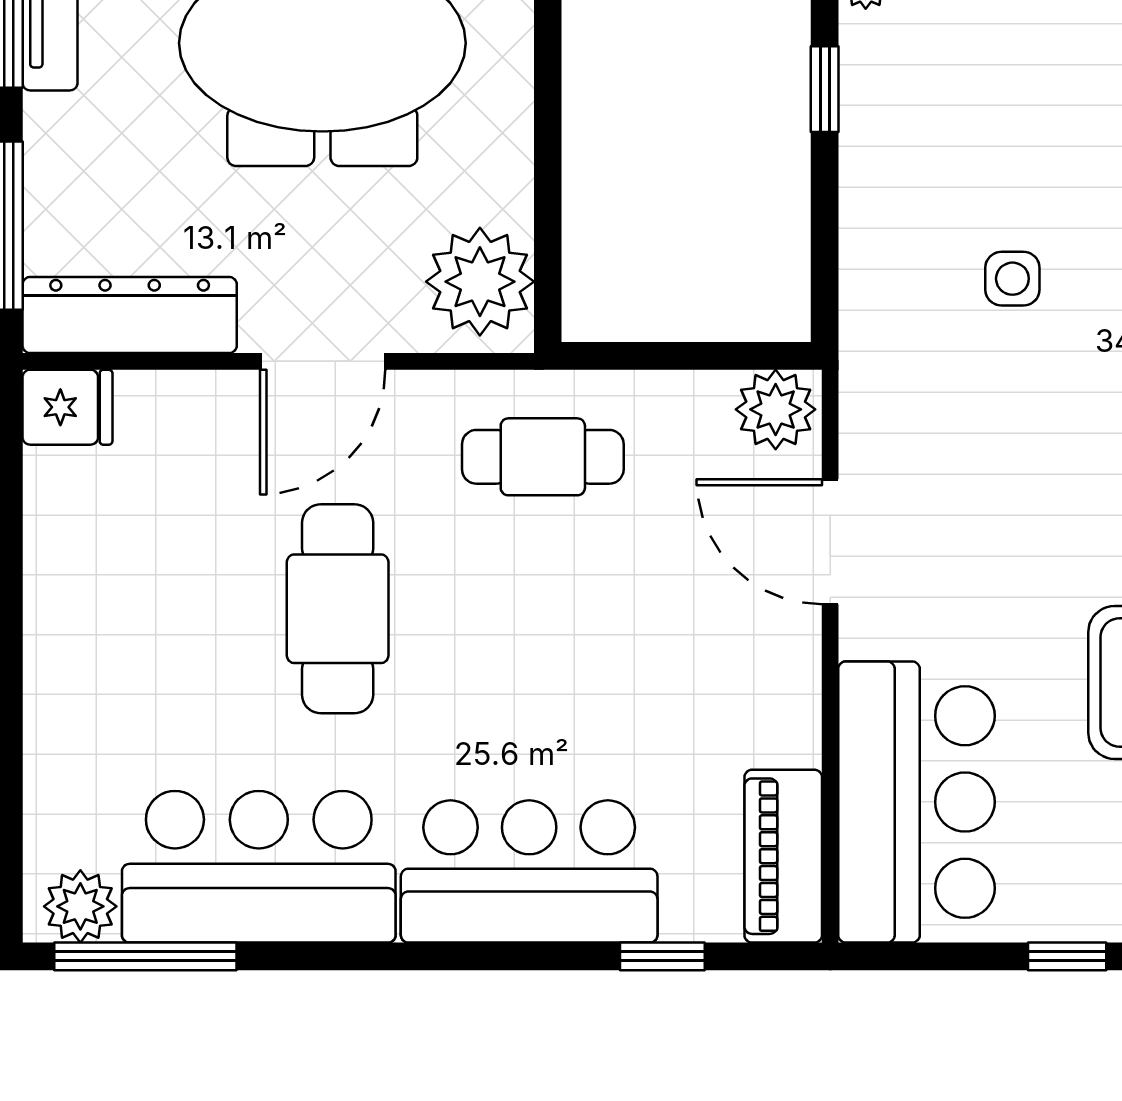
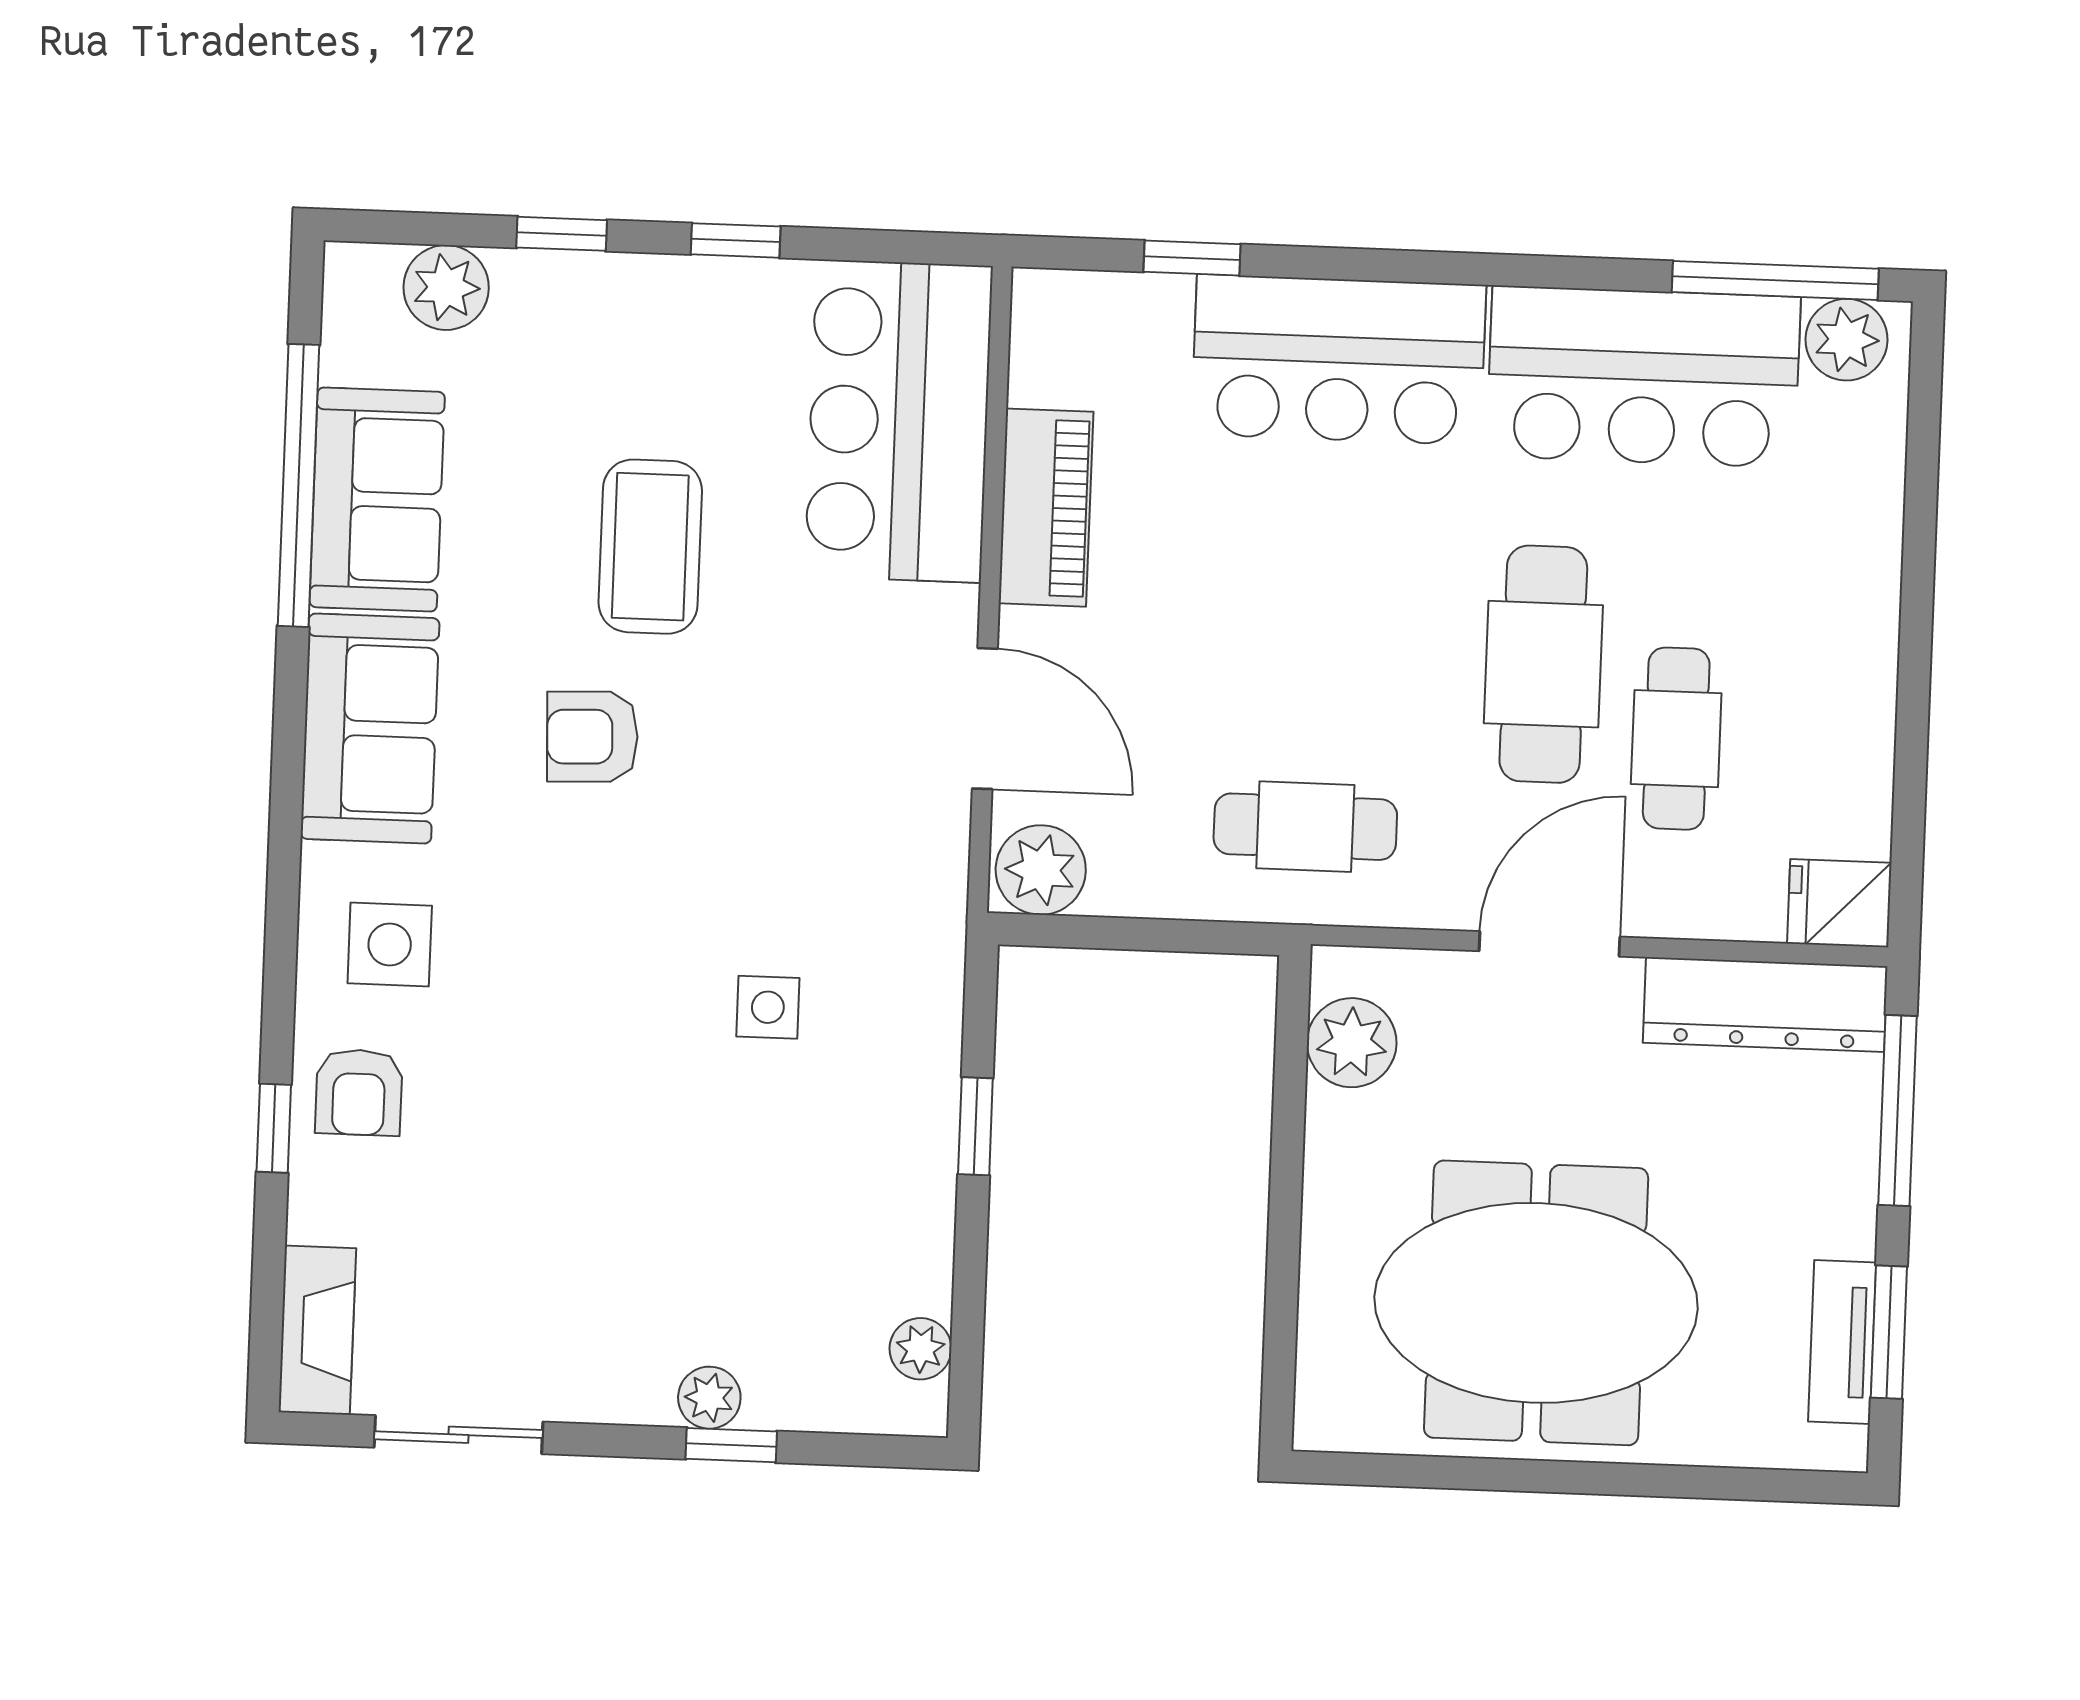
window: (825, 89) -> (975, 1126), moved
plant: (480, 282) -> (1352, 1043), width x0.73, depth x0.73
cafe table: (217, 547) -> (1676, 739), added
piano: (783, 856) -> (1046, 508), moved

